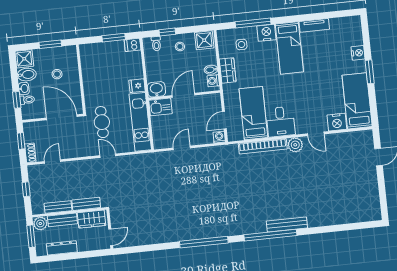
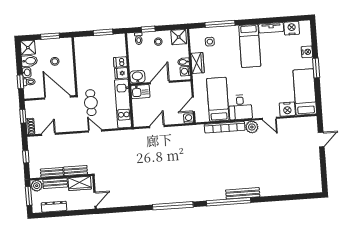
nightstand: (266, 33) -> (292, 28), moved
dishwasher: (133, 45) -> (120, 62), moved

